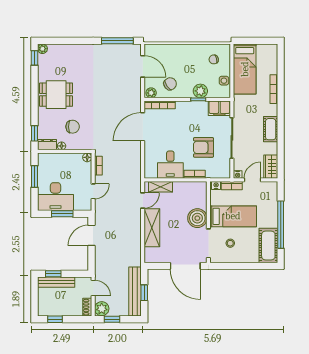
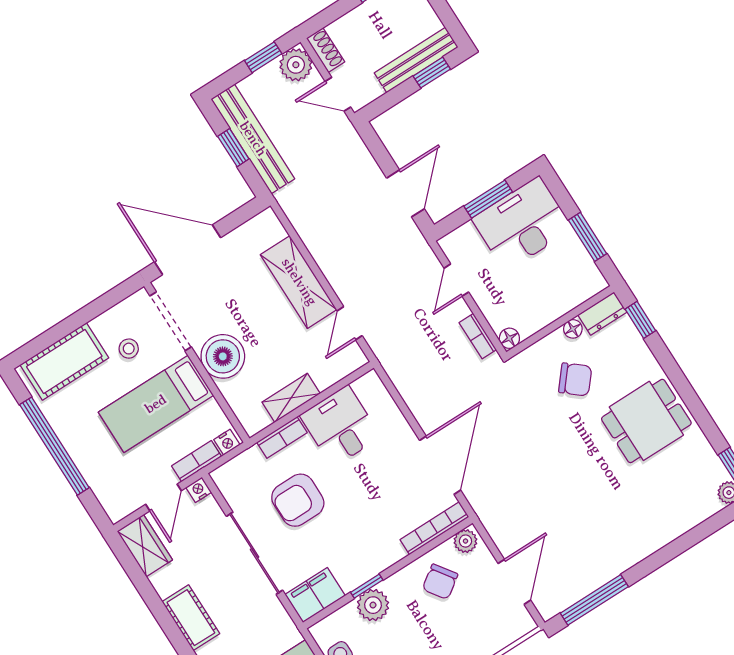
door: (143, 66) -> (514, 582), swing flipped
chair: (73, 127) -> (575, 379), turned -140
armchair: (203, 147) -> (298, 500), turned 180
shelving: (160, 187) -> (291, 398), moved
cot: (268, 246) -> (64, 361), moved, turned 90

